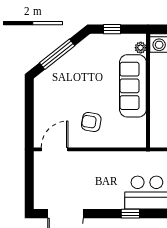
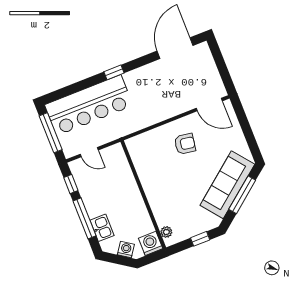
sofa: (133, 86) -> (227, 185), moved, turned -128
door: (55, 149) -> (209, 105), hinge flipped

